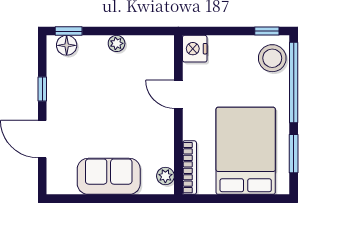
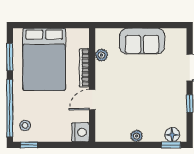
stool: (272, 58) -> (25, 125), width x0.53, depth x0.53
door: (178, 94) -> (92, 100), swing flipped
bookcase: (189, 168) -> (84, 68), moved
plant: (165, 176) -> (102, 55), moved

